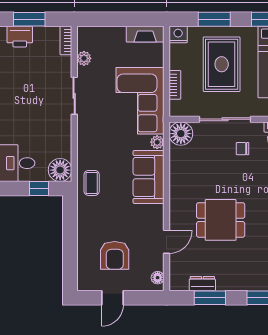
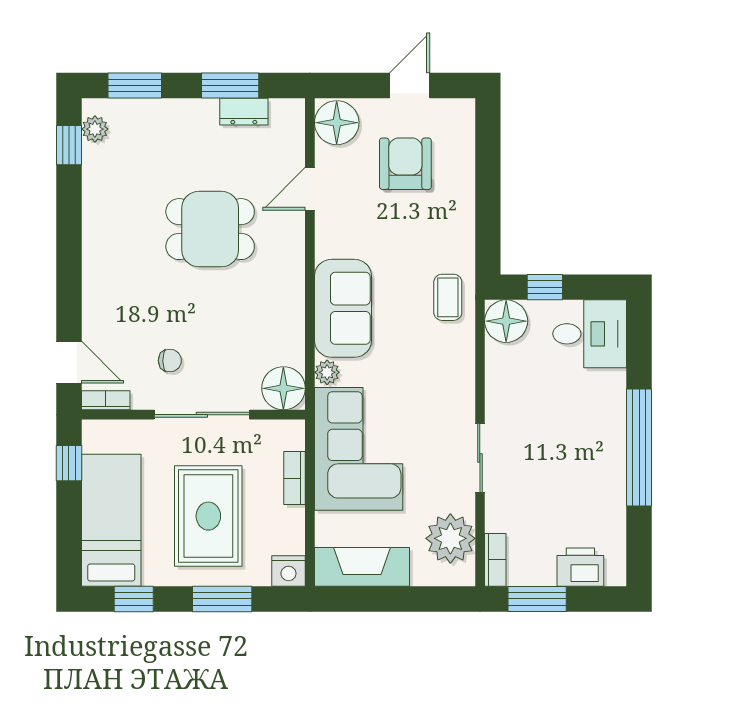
window: (29, 19) -> (537, 599), moved
fireplace: (145, 34) -> (362, 567), width x1.37, depth x1.32
plant: (84, 58) -> (450, 538), width x1.88, depth x1.88
floor lamp: (158, 278) -> (337, 123), width x1.89, depth x1.89

